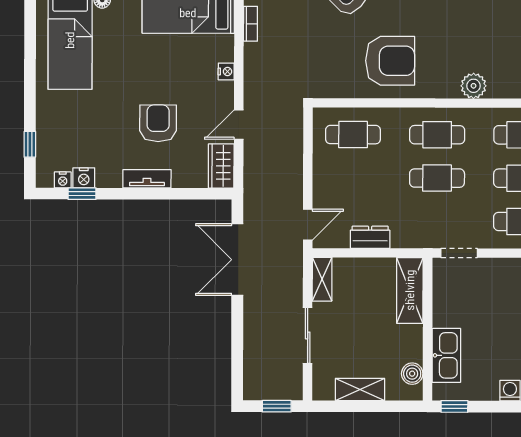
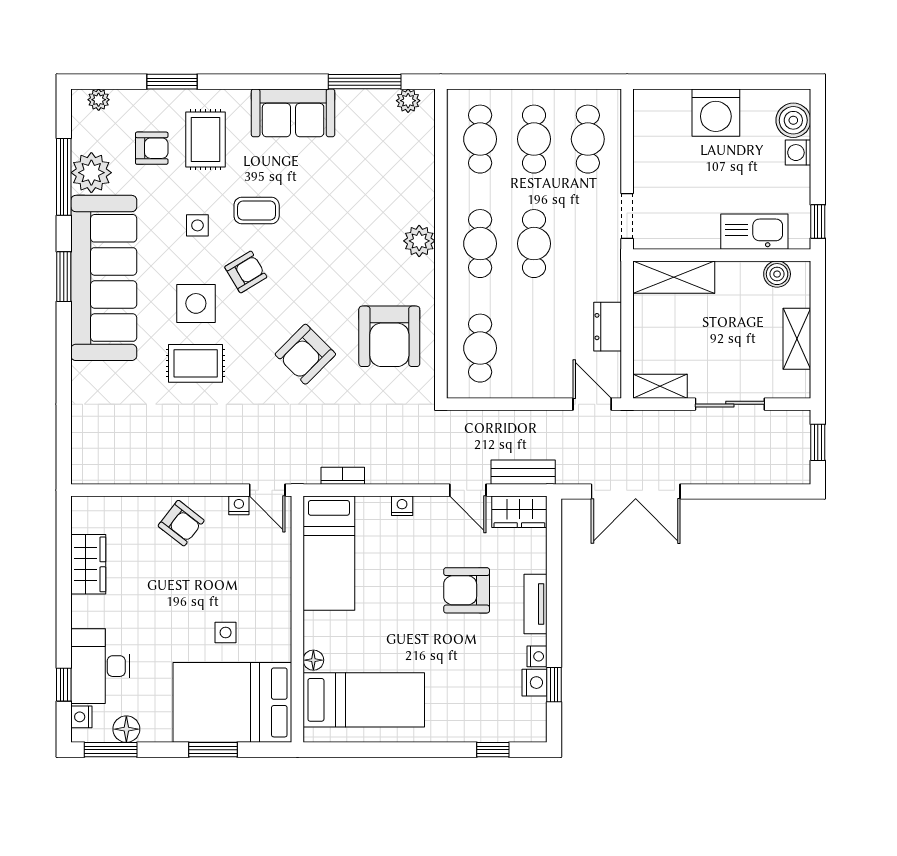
armchair: (390, 61) -> (389, 336), moved, turned 180
plant: (474, 86) -> (419, 241), moved
bench: (253, 169) -> (523, 472), added
nightstand: (63, 180) -> (537, 656), moved

